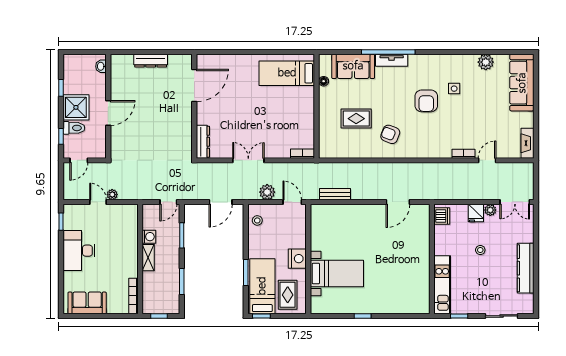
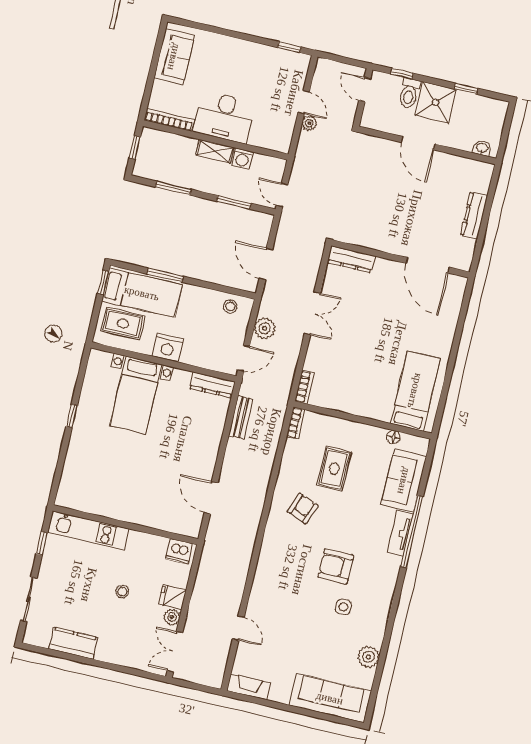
bookcase: (464, 154) -> (296, 423), moved
door: (98, 202) -> (304, 102), hinge flipped
dresser: (317, 220) -> (212, 385), added
desk: (79, 251) -> (224, 117), moved, turned 180
kitchen counter: (526, 268) -> (73, 643), width x0.67

